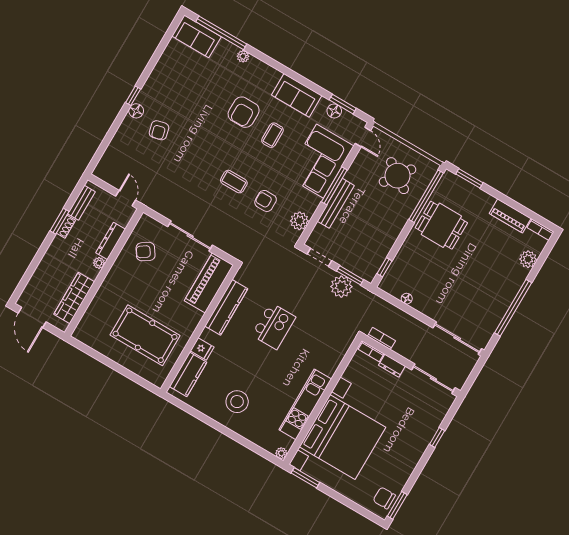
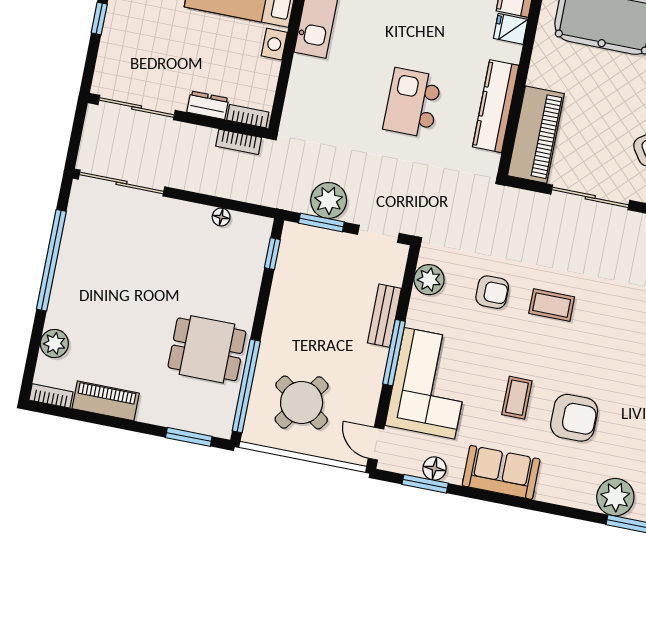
plant: (243, 56) -> (615, 497), width x1.88, depth x1.88
armchair: (244, 112) -> (574, 418), turned 90
bench: (336, 203) -> (384, 316), width x0.73

